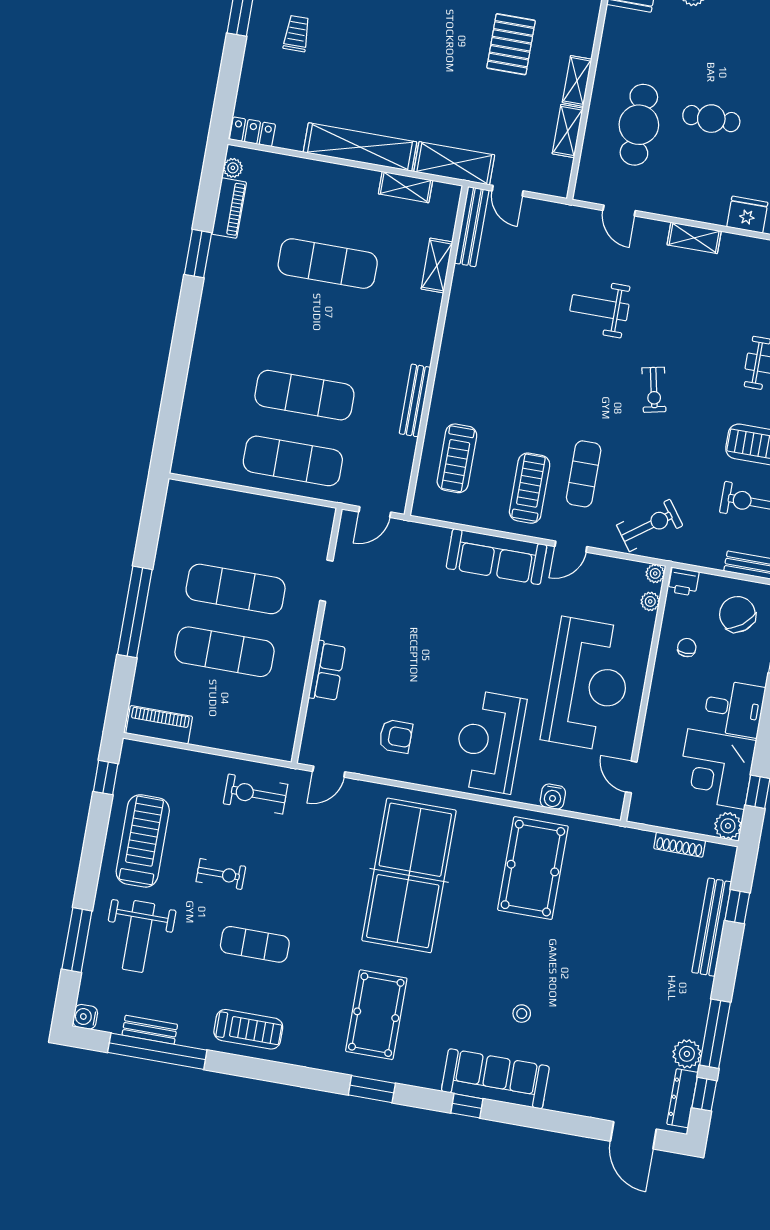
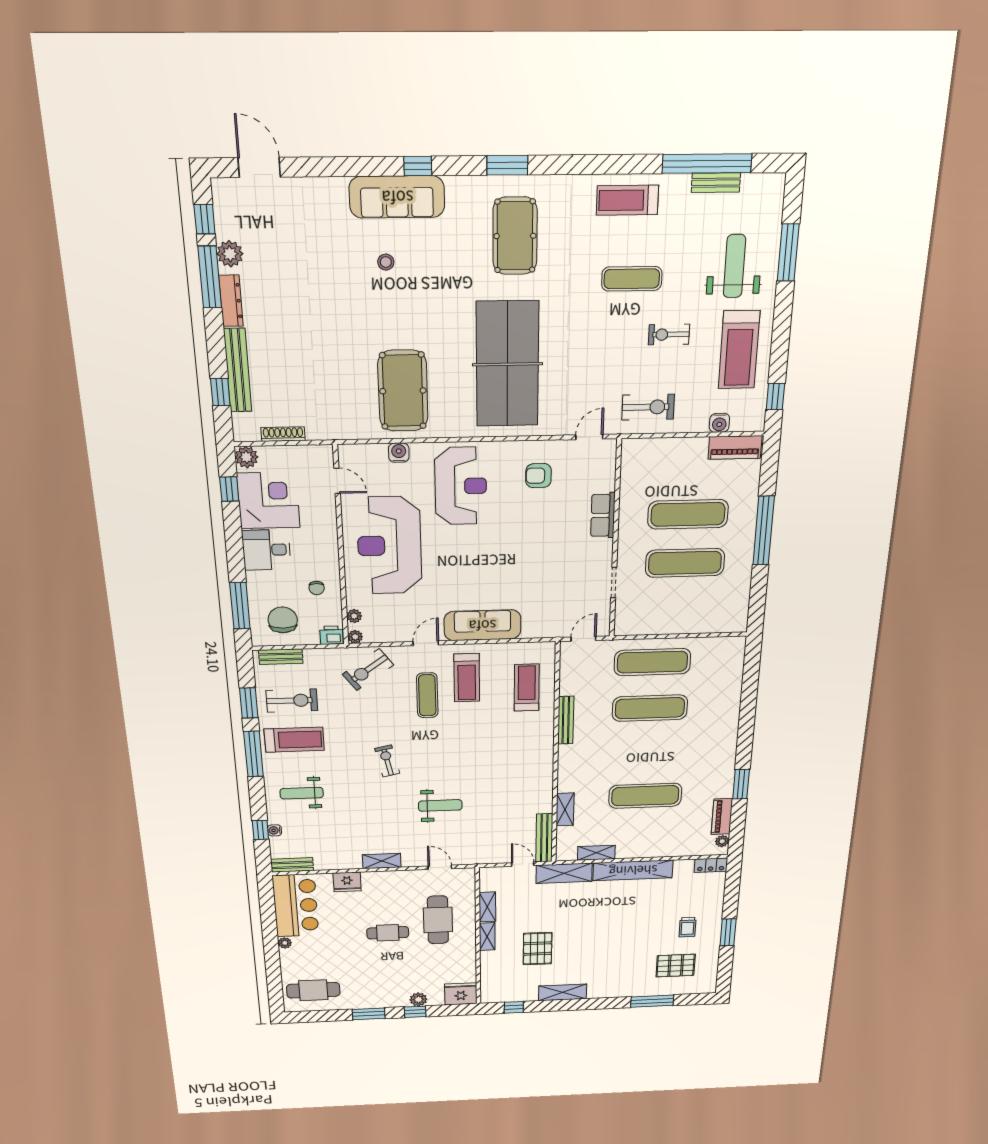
chair: (737, 614) -> (283, 620), turned -142
water cooler: (85, 1017) -> (719, 423), moved, turned 90
dresser: (682, 1098) -> (231, 301), moved

